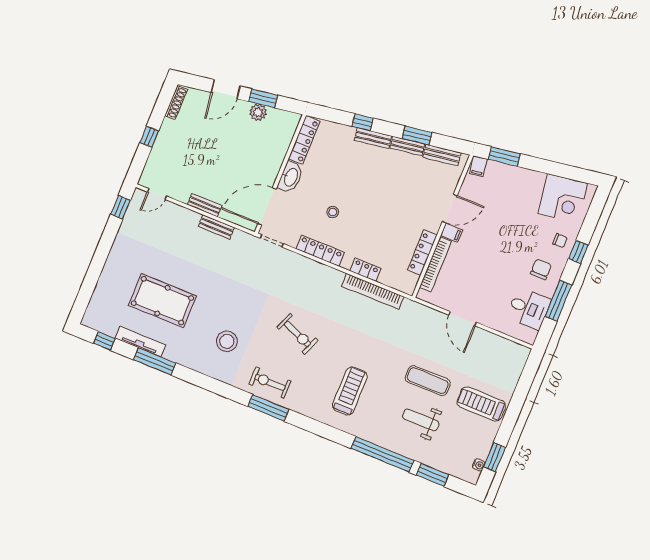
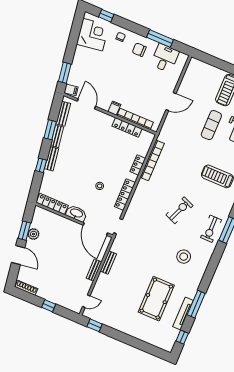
door: (157, 194) -> (86, 301), hinge flipped
door: (450, 209) -> (86, 104), moved
window: (578, 252) -> (106, 16), moved

